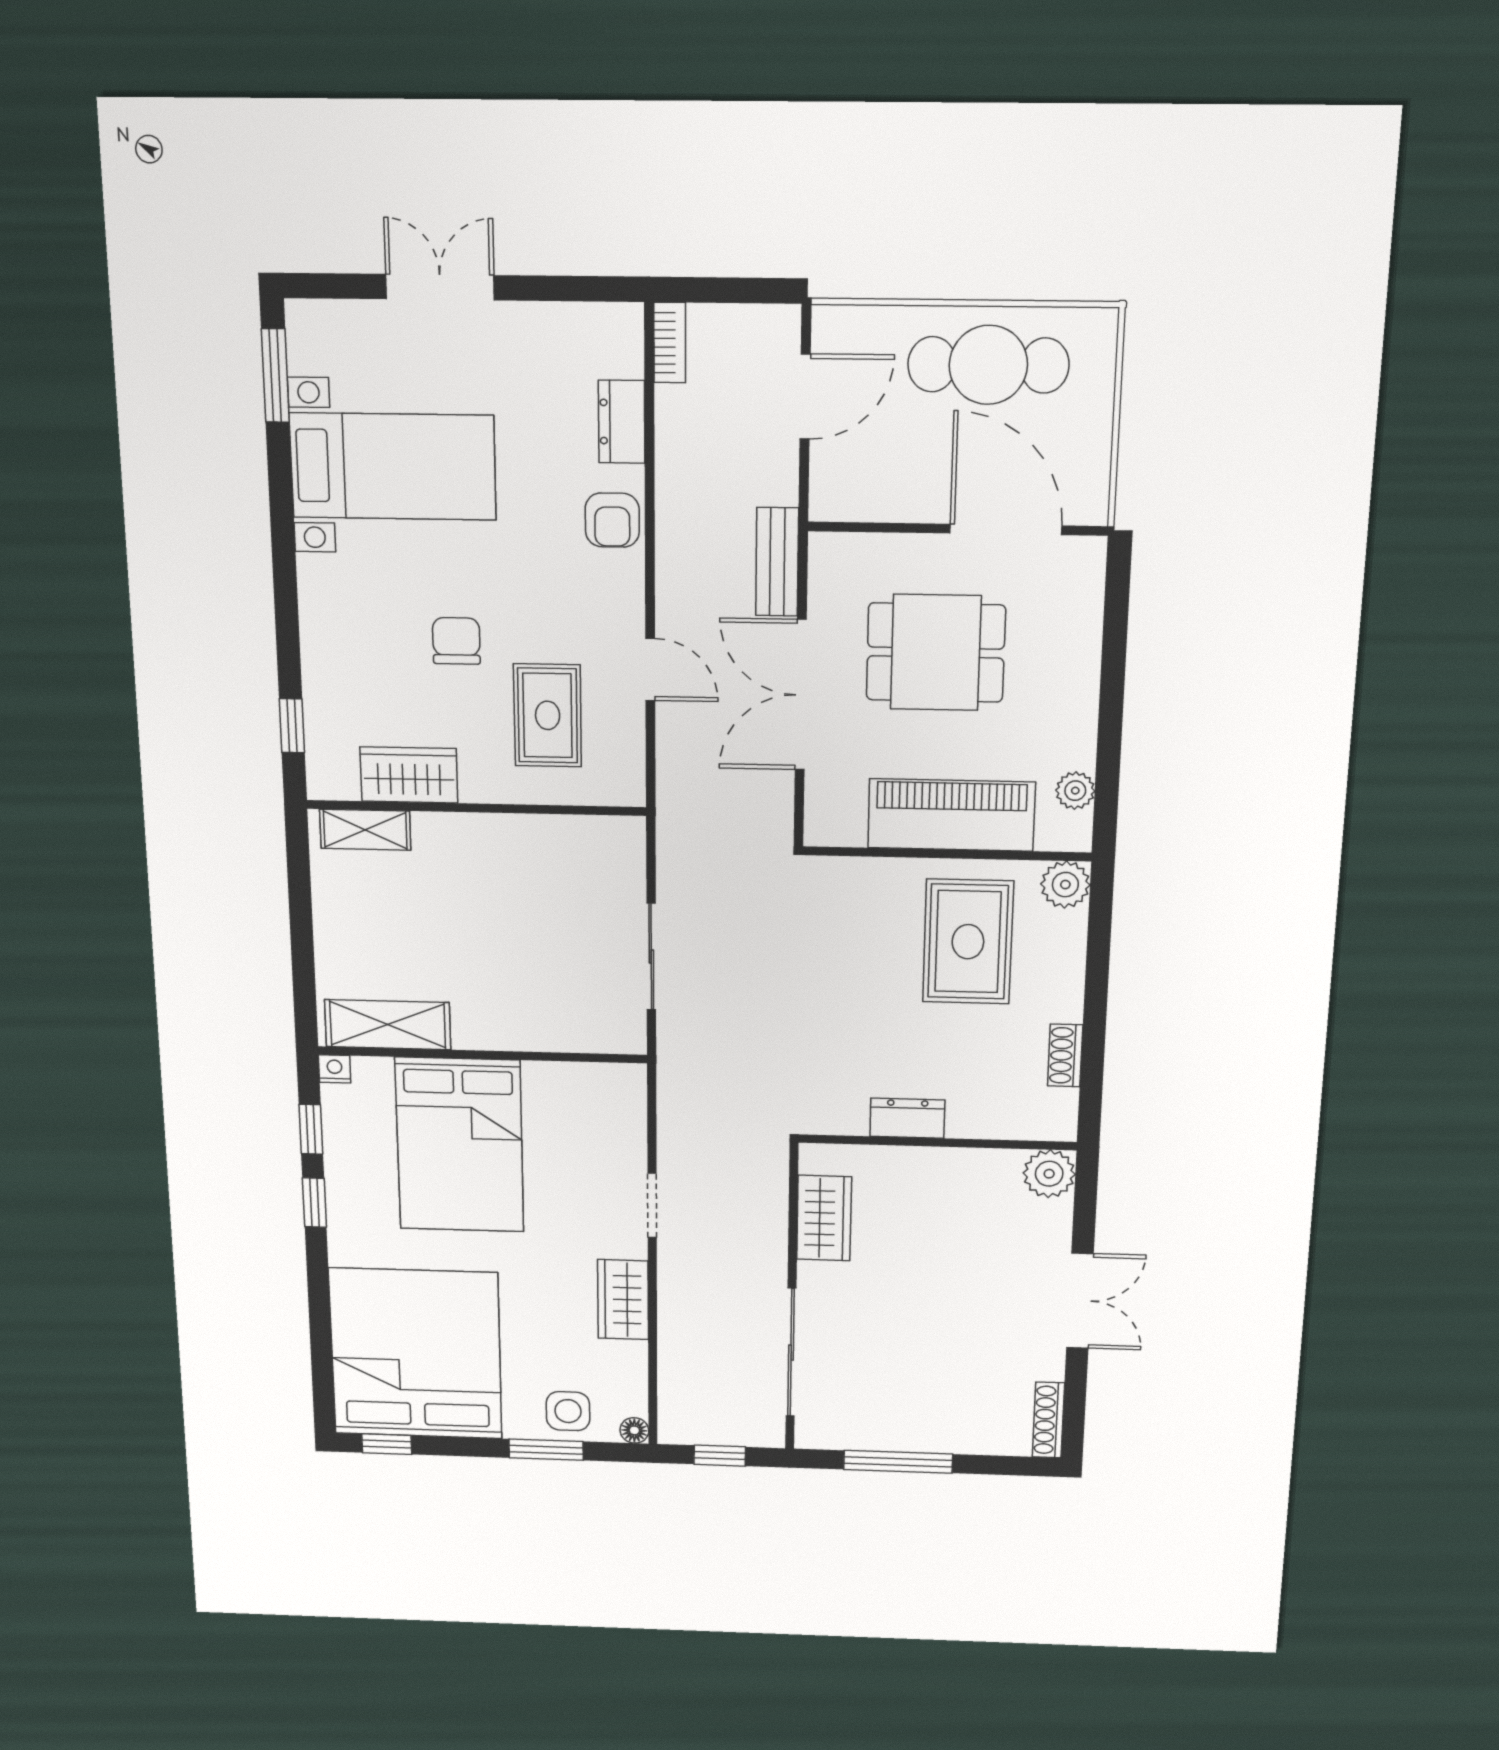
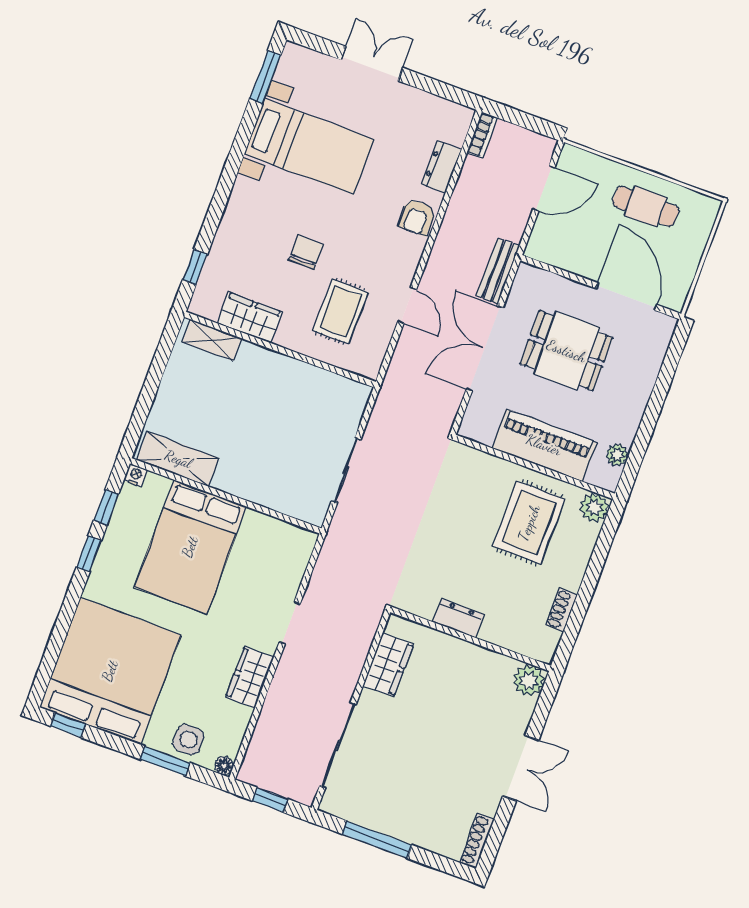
cafe table: (988, 365) -> (646, 206), width x0.73, depth x0.74

